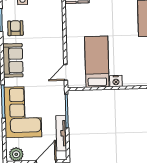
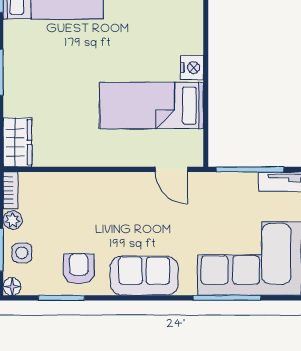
armchair: (15, 28) -> (79, 269), turned 90

